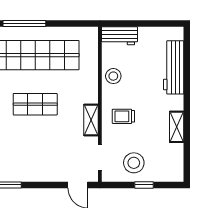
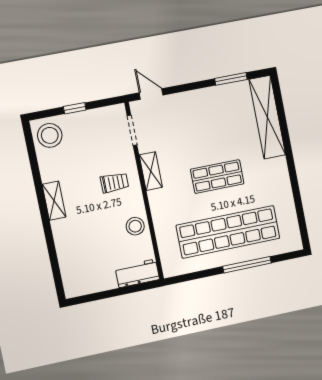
workbench: (174, 67) -> (68, 250), removed
shelving: (177, 127) -> (54, 201), moved
stool: (134, 163) -> (50, 135), moved

